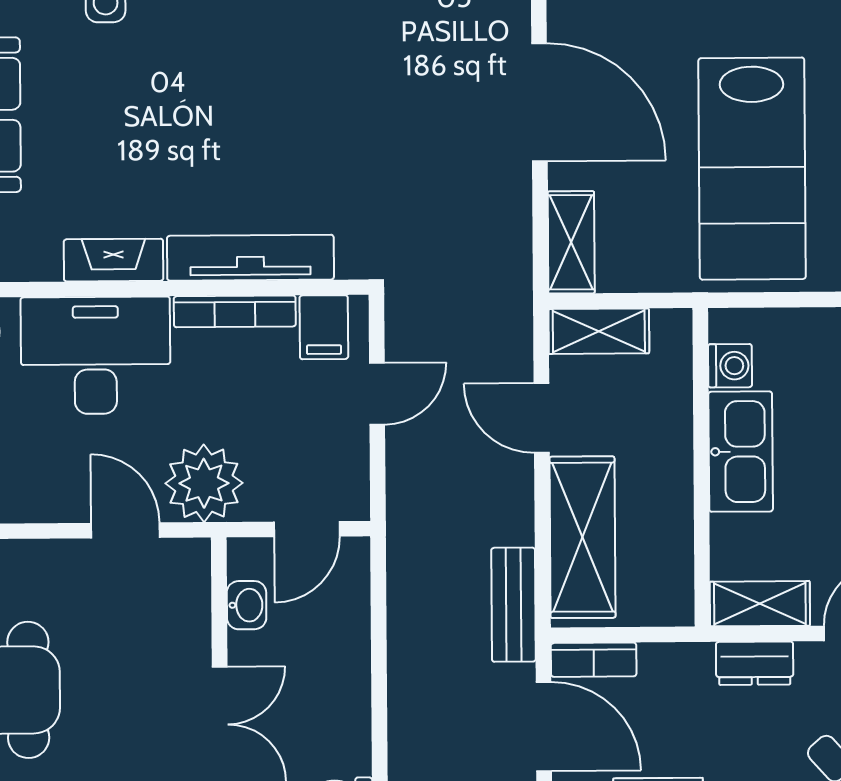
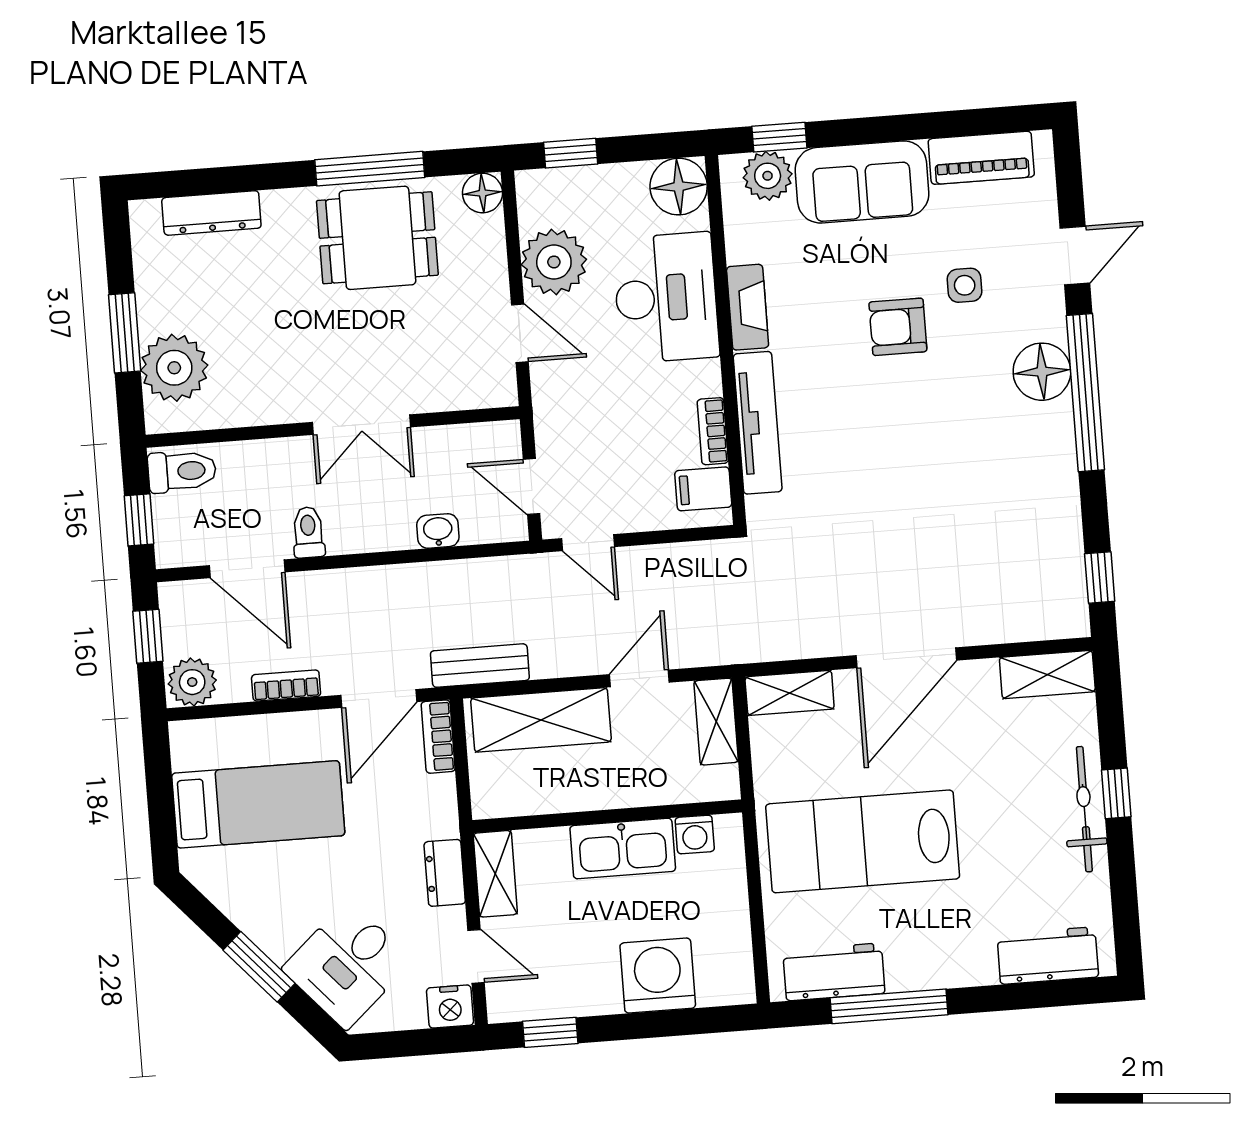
armchair: (149, 85) -> (898, 327), added
bookcase: (235, 311) -> (713, 431), width x0.64
door: (377, 394) -> (588, 543), moved
plant: (204, 483) -> (554, 262), moved
door: (125, 530) -> (520, 333), hinge flipped
washbasin: (247, 605) -> (438, 531), moved, turned 180

